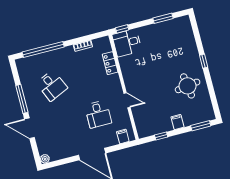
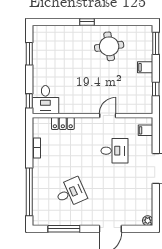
window: (22, 99) -> (64, 229), moved

